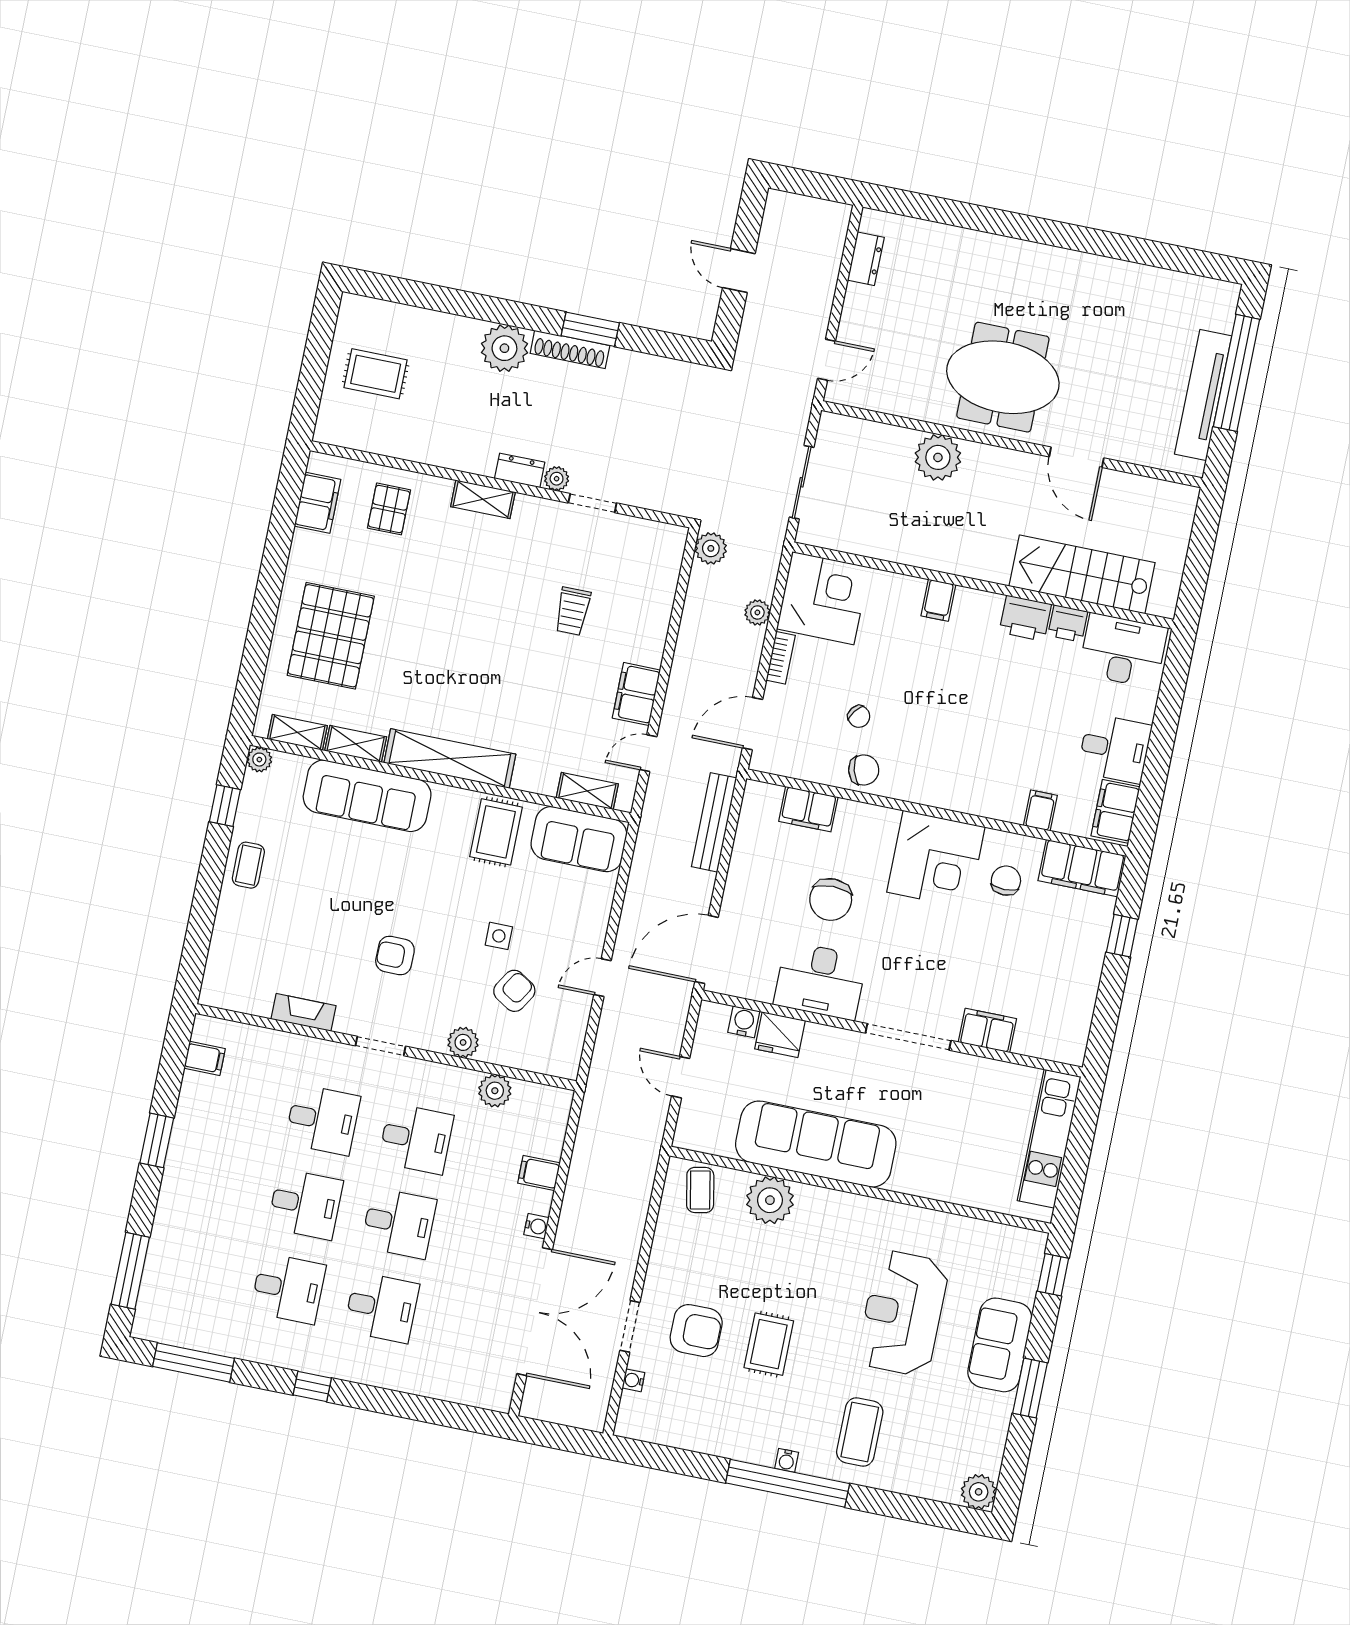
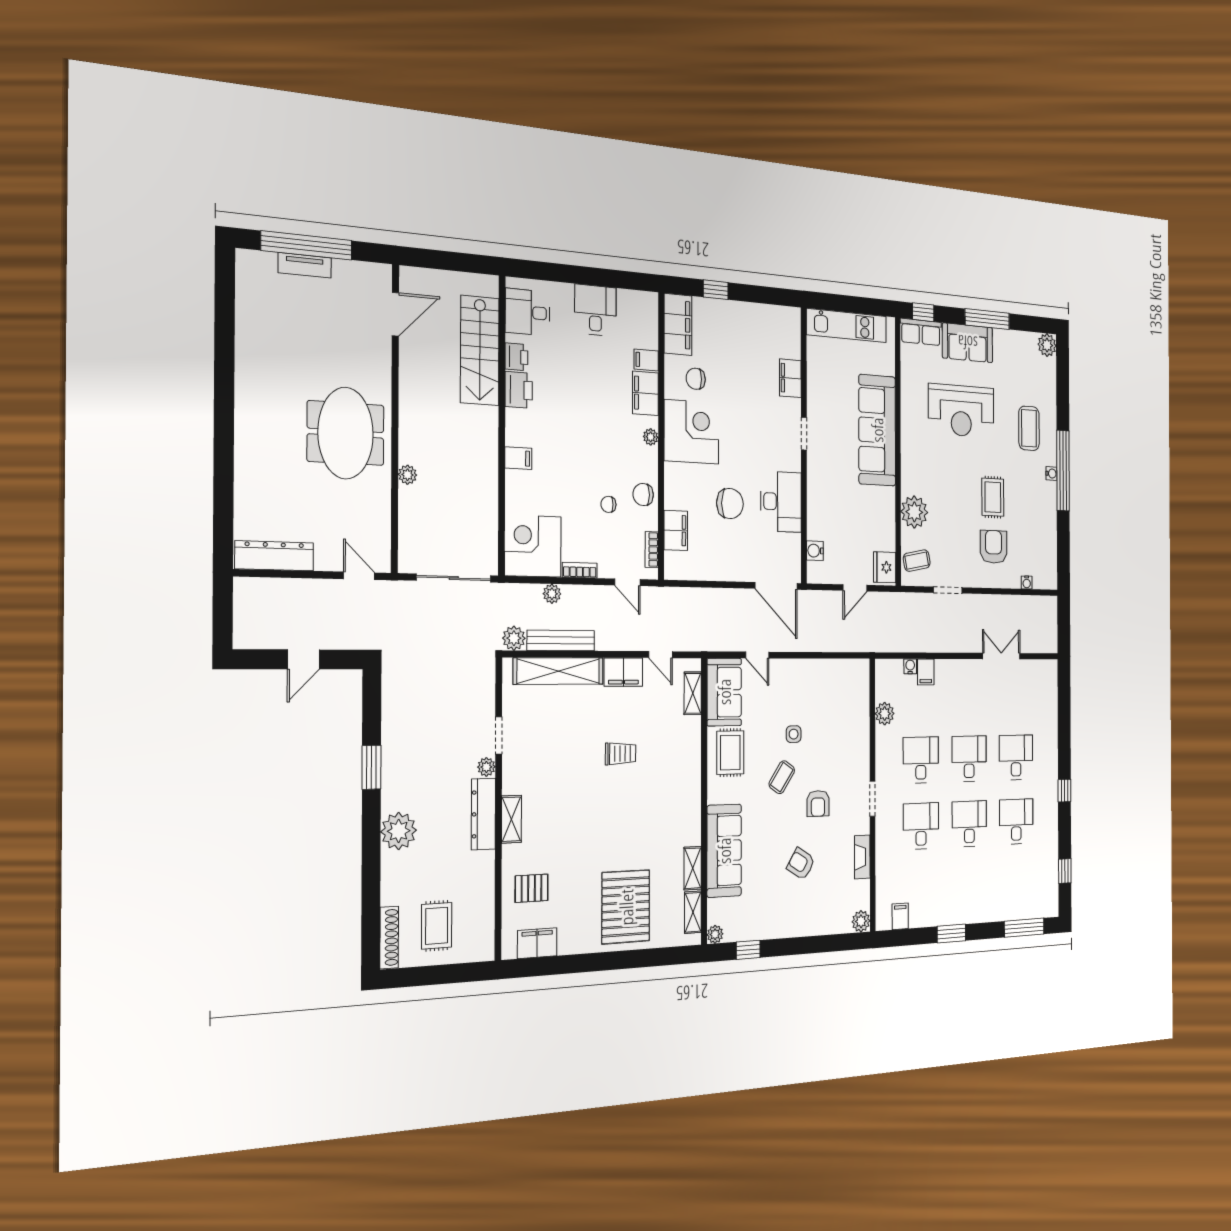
dresser: (866, 259) -> (274, 556), width x1.96, depth x1.24
shoe rack: (570, 349) -> (389, 938), moved
tv unit: (1203, 395) -> (305, 265), width x0.52, depth x0.78
plant: (938, 457) -> (408, 475), width x0.53, depth x0.53
door: (1077, 457) -> (395, 314), moved
dresser: (520, 470) -> (483, 814), width x1.96, depth x1.24
sliding door: (802, 482) -> (454, 578), width x1.37
trolley: (573, 611) -> (621, 754), moved
pallet: (331, 636) -> (626, 907), turned 90
desk: (1123, 651) -> (528, 312), width x0.73
chair: (859, 716) -> (608, 504), turned -127
door: (752, 724) -> (627, 582), width x0.73
shelving: (450, 759) -> (558, 671), moved, turned 90
bookcase: (789, 768) -> (652, 549), added
chair: (864, 770) -> (643, 494), turned -75
plant: (938, 796) -> (651, 437), added
filing cabinet: (1115, 811) -> (645, 393), moved, turned 90
bench: (714, 822) -> (561, 640), moved
rug: (496, 832) -> (730, 753), turned 90
coffee table: (248, 865) -> (782, 777), moved, turned -56
door: (603, 978) -> (757, 655), moved
armchair: (514, 991) -> (801, 864), moved
fridge: (780, 1035) -> (885, 567), moved, turned 180
doorway: (908, 1037) -> (804, 434), width x0.53
plant: (463, 1042) -> (861, 921), moved
sofa: (816, 1144) -> (877, 430), moved
water cooler: (536, 1226) -> (910, 666), moved
row of seats: (1025, 1265) -> (921, 332), added
double door: (535, 1312) -> (1001, 656), width x0.54
doorway: (630, 1326) -> (948, 590), moved
rug: (769, 1344) -> (993, 497), turned 90
window: (194, 1362) -> (1065, 871), width x0.46
window: (1030, 1388) -> (987, 319), width x1.44
coffee table: (860, 1432) -> (1029, 428), turned 90

